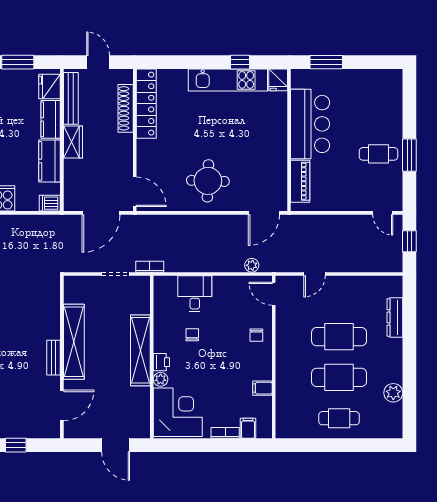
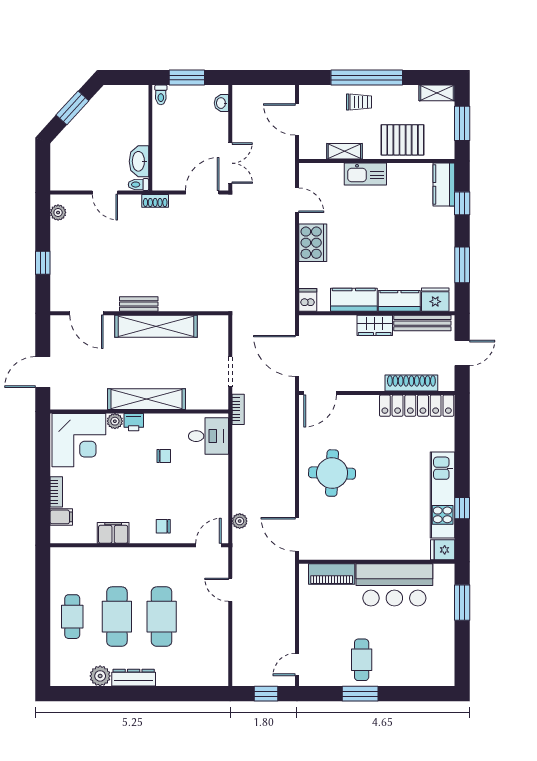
desk: (195, 294) -> (208, 436), moved
dresser: (395, 317) -> (134, 678), moved
filing cabinet: (262, 388) -> (113, 533), width x2.00

